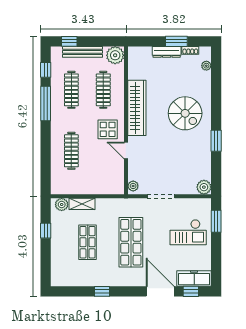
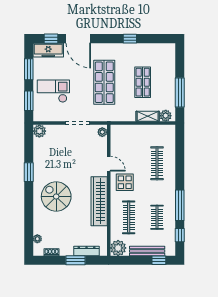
window: (176, 41) -> (75, 260), moved
dresser: (167, 52) -> (87, 251), moved
clothes rail: (71, 90) -> (157, 217), width x0.73
window: (46, 231) -> (180, 92), width x2.17
window: (216, 257) -> (29, 69), added

